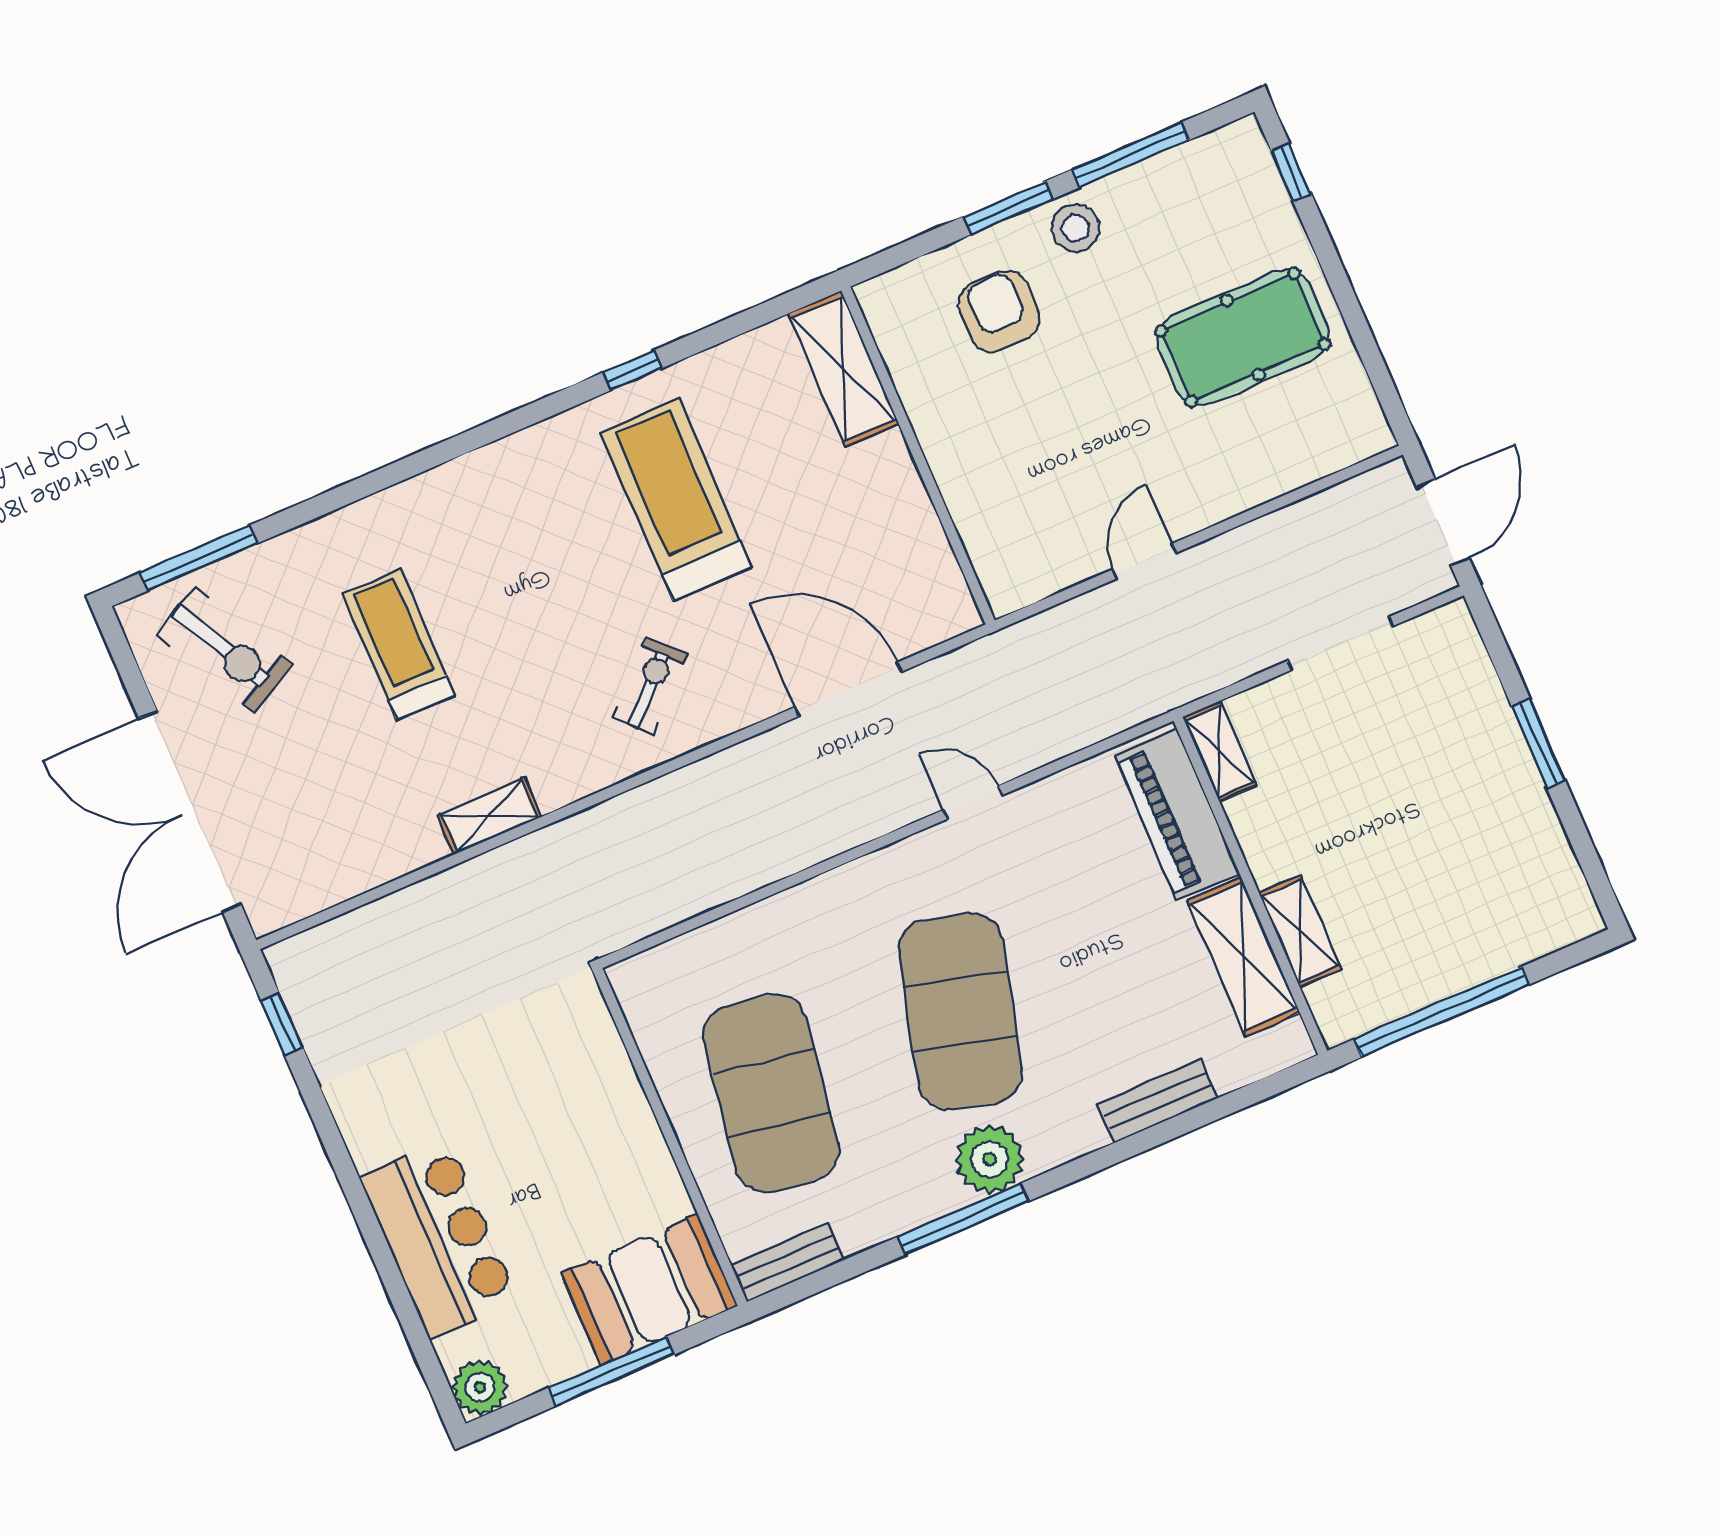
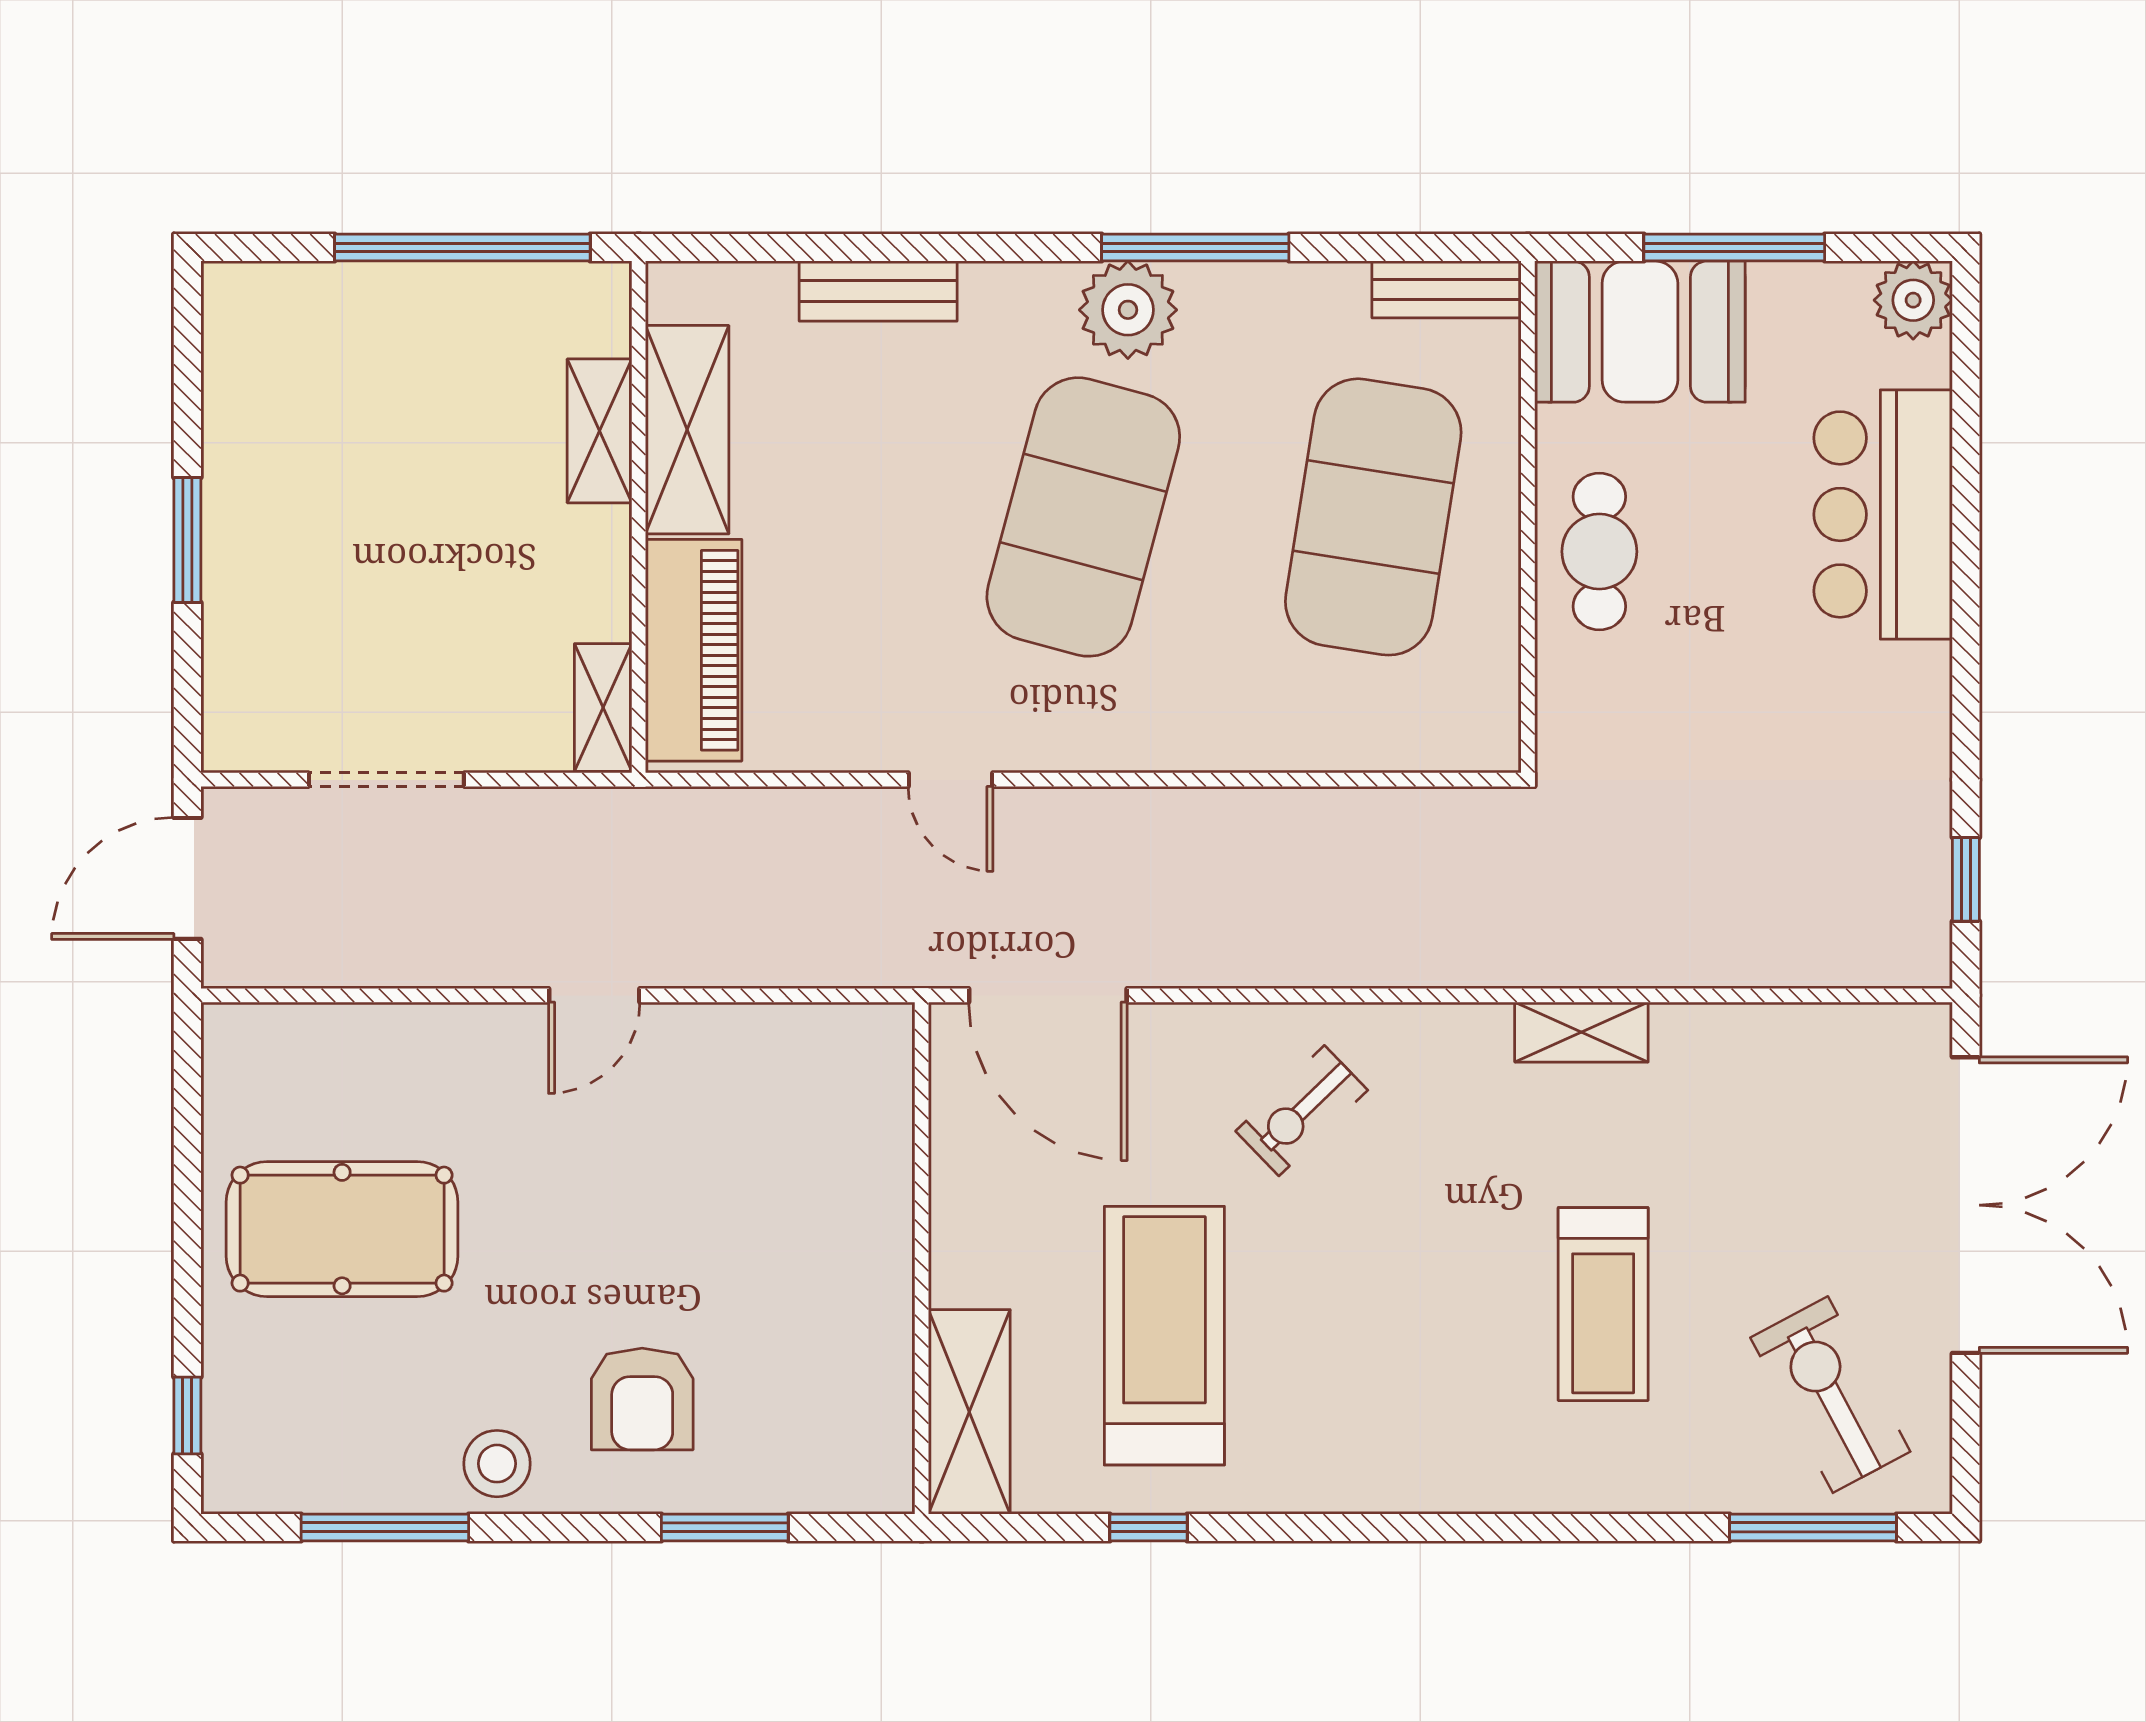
window: (1008, 208) -> (725, 1527), moved
shelving: (843, 369) -> (969, 1412), moved
wall: (918, 455) -> (922, 1258), moved
treadmill: (676, 500) -> (1164, 1336), turned 180
cafe table: (614, 1135) -> (1599, 552), added

